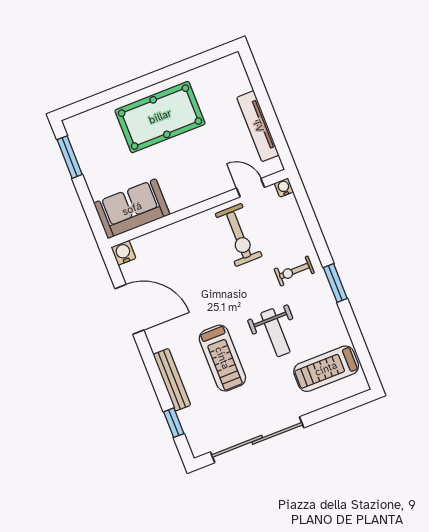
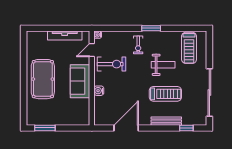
sofa: (132, 209) -> (80, 81), moved
water cooler: (123, 253) -> (99, 91), moved

